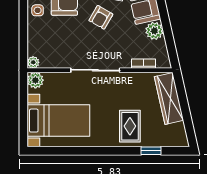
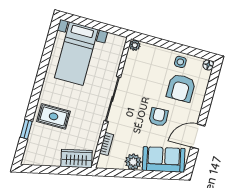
armchair: (101, 17) -> (159, 117), turned 57
plant: (35, 80) -> (118, 43), removed
wardrobe: (169, 98) -> (77, 159), width x0.67

